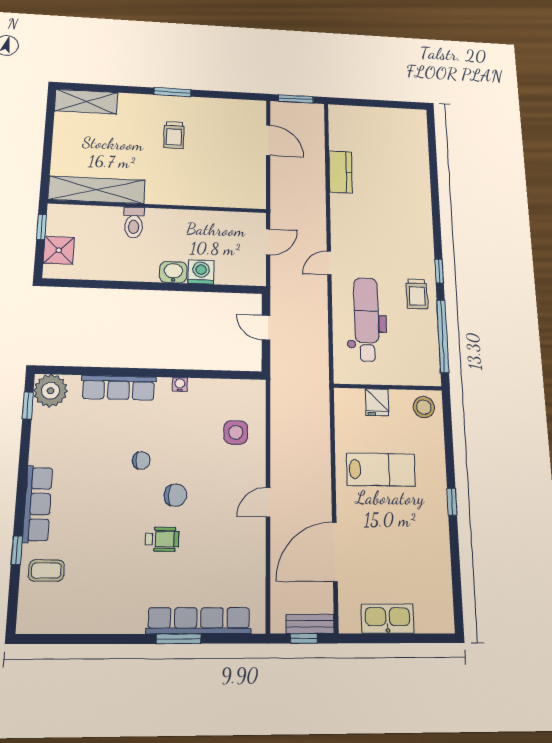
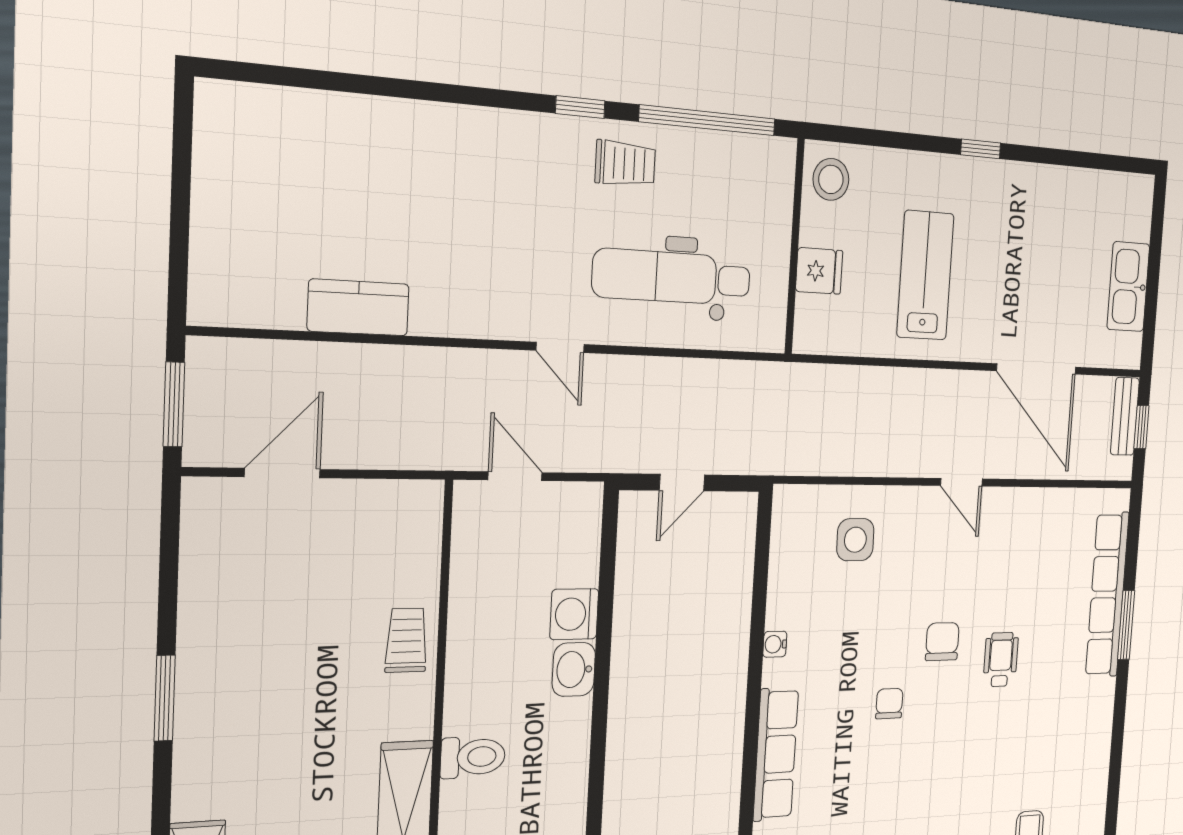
trolley: (174, 135) -> (406, 640), moved, turned -90

